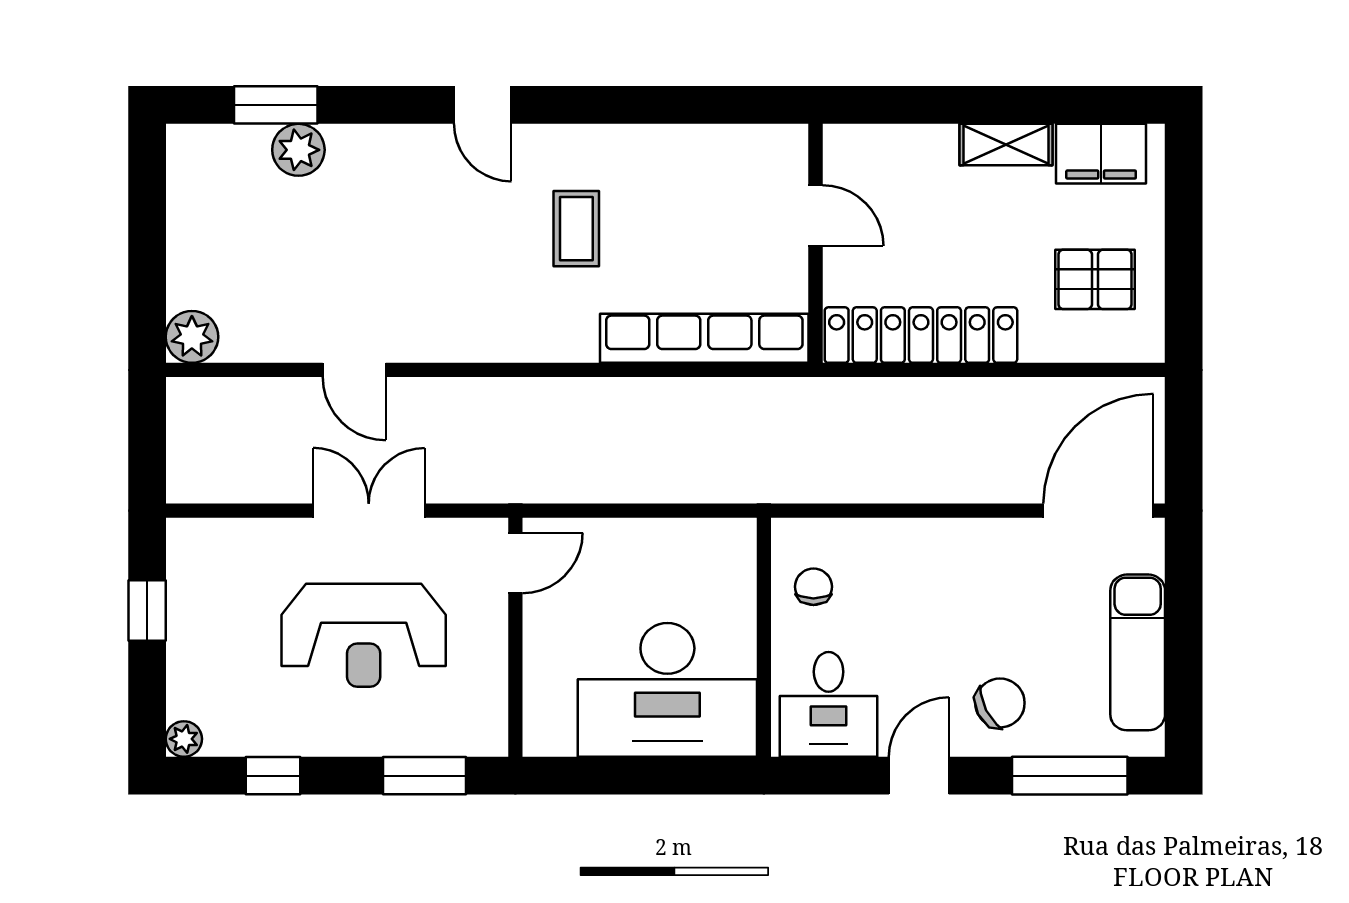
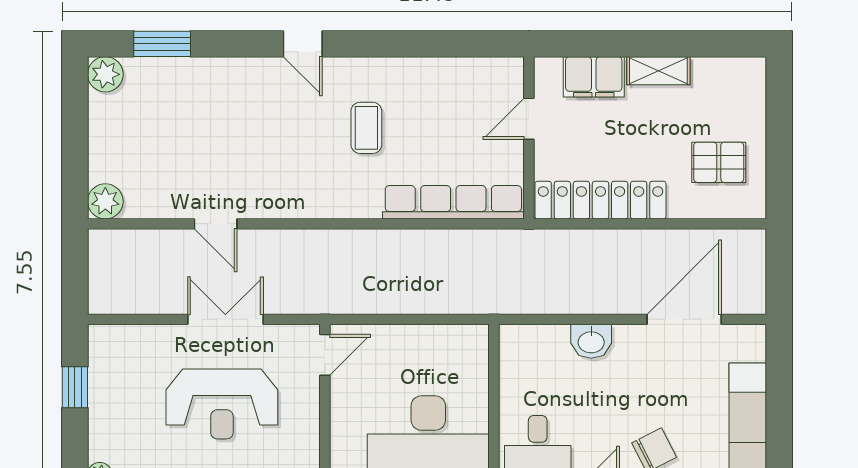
plant: (298, 150) -> (105, 74), moved
filing cabinet: (1101, 154) -> (594, 77), moved
door: (816, 215) -> (529, 119), swing flipped
door: (1098, 511) -> (684, 319), moved
washbasin: (907, 543) -> (591, 341), added
chair: (813, 587) -> (528, 371), removed

